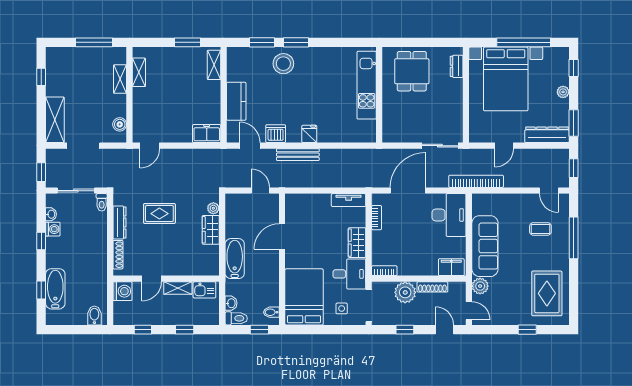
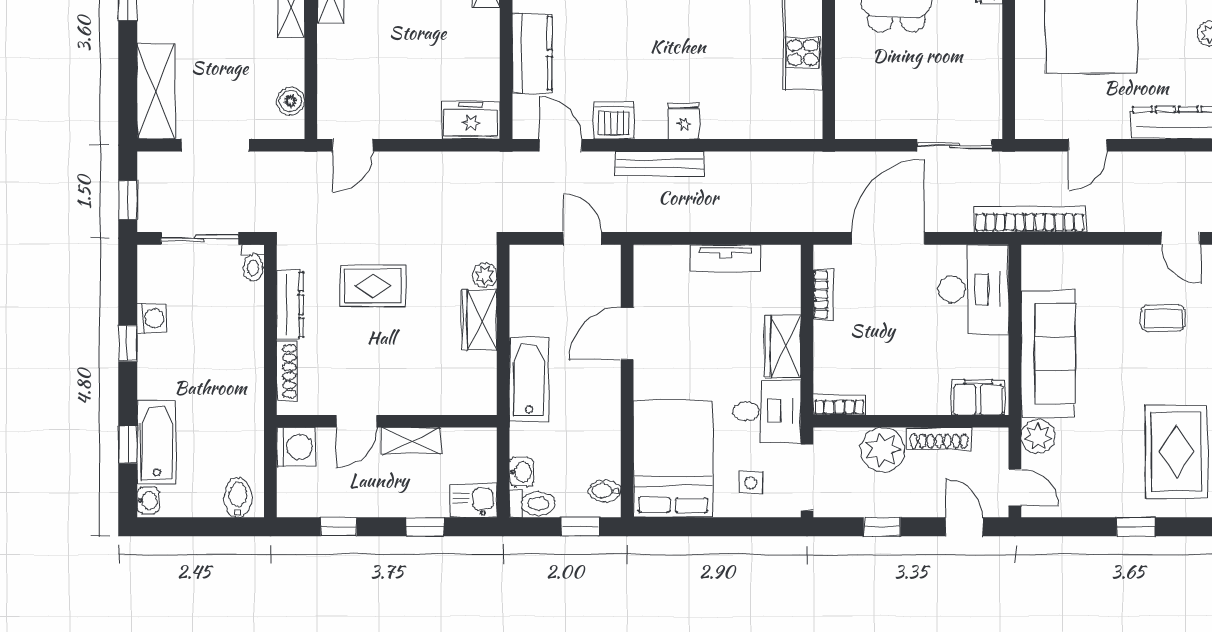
tv unit: (349, 200) -> (726, 258), moved
washbasin: (51, 214) -> (148, 500), moved
kitchen sink: (204, 290) -> (473, 501), moved, turned 180

